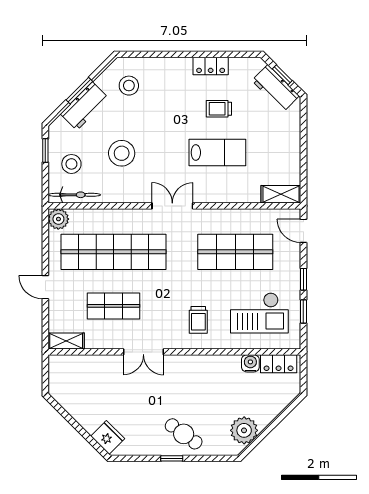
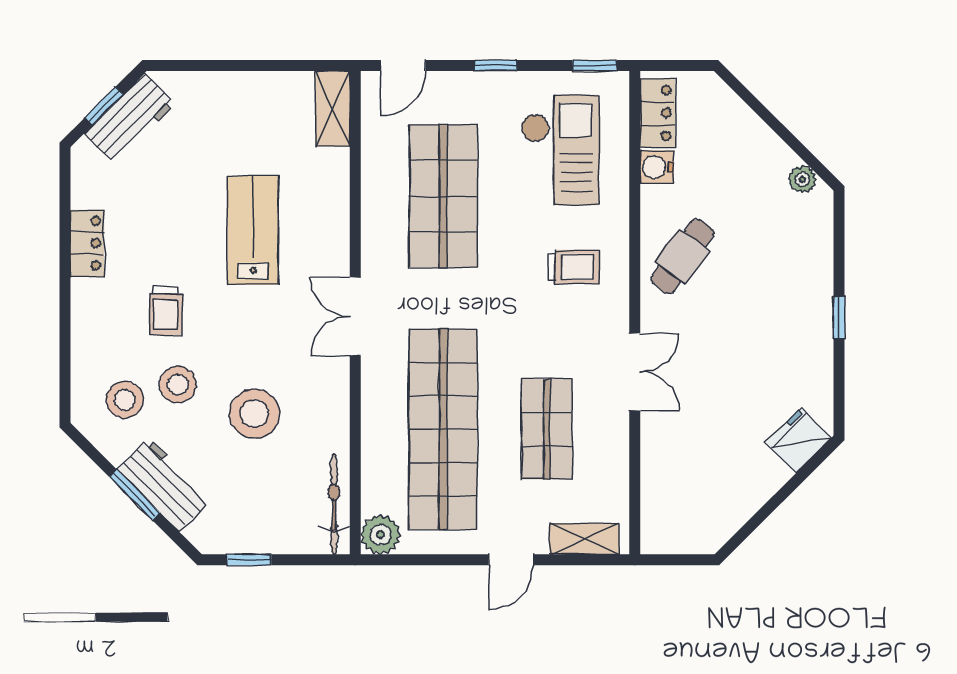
trolley: (219, 109) -> (166, 311), moved
stool: (71, 164) -> (178, 384), moved
window: (303, 312) -> (595, 65), moved
shelving: (66, 341) -> (584, 539), moved, turned 90
plant: (244, 430) -> (802, 179), width x0.53, depth x0.53
cafe table: (184, 434) -> (683, 256), moved

